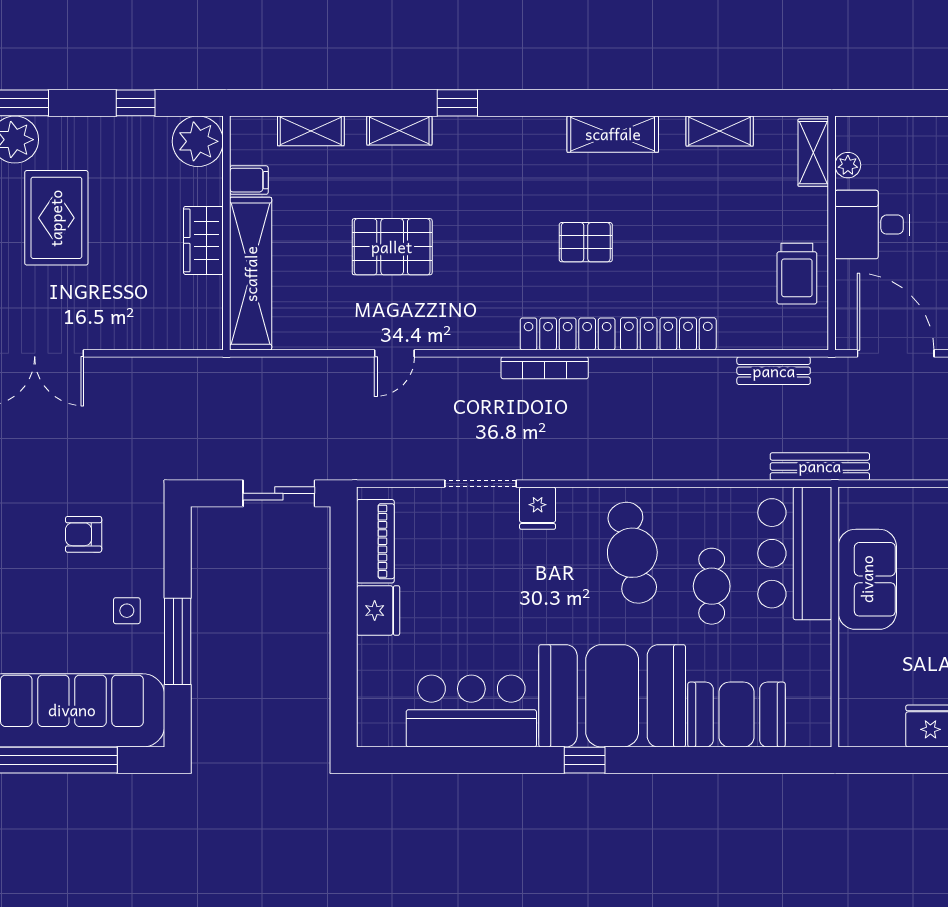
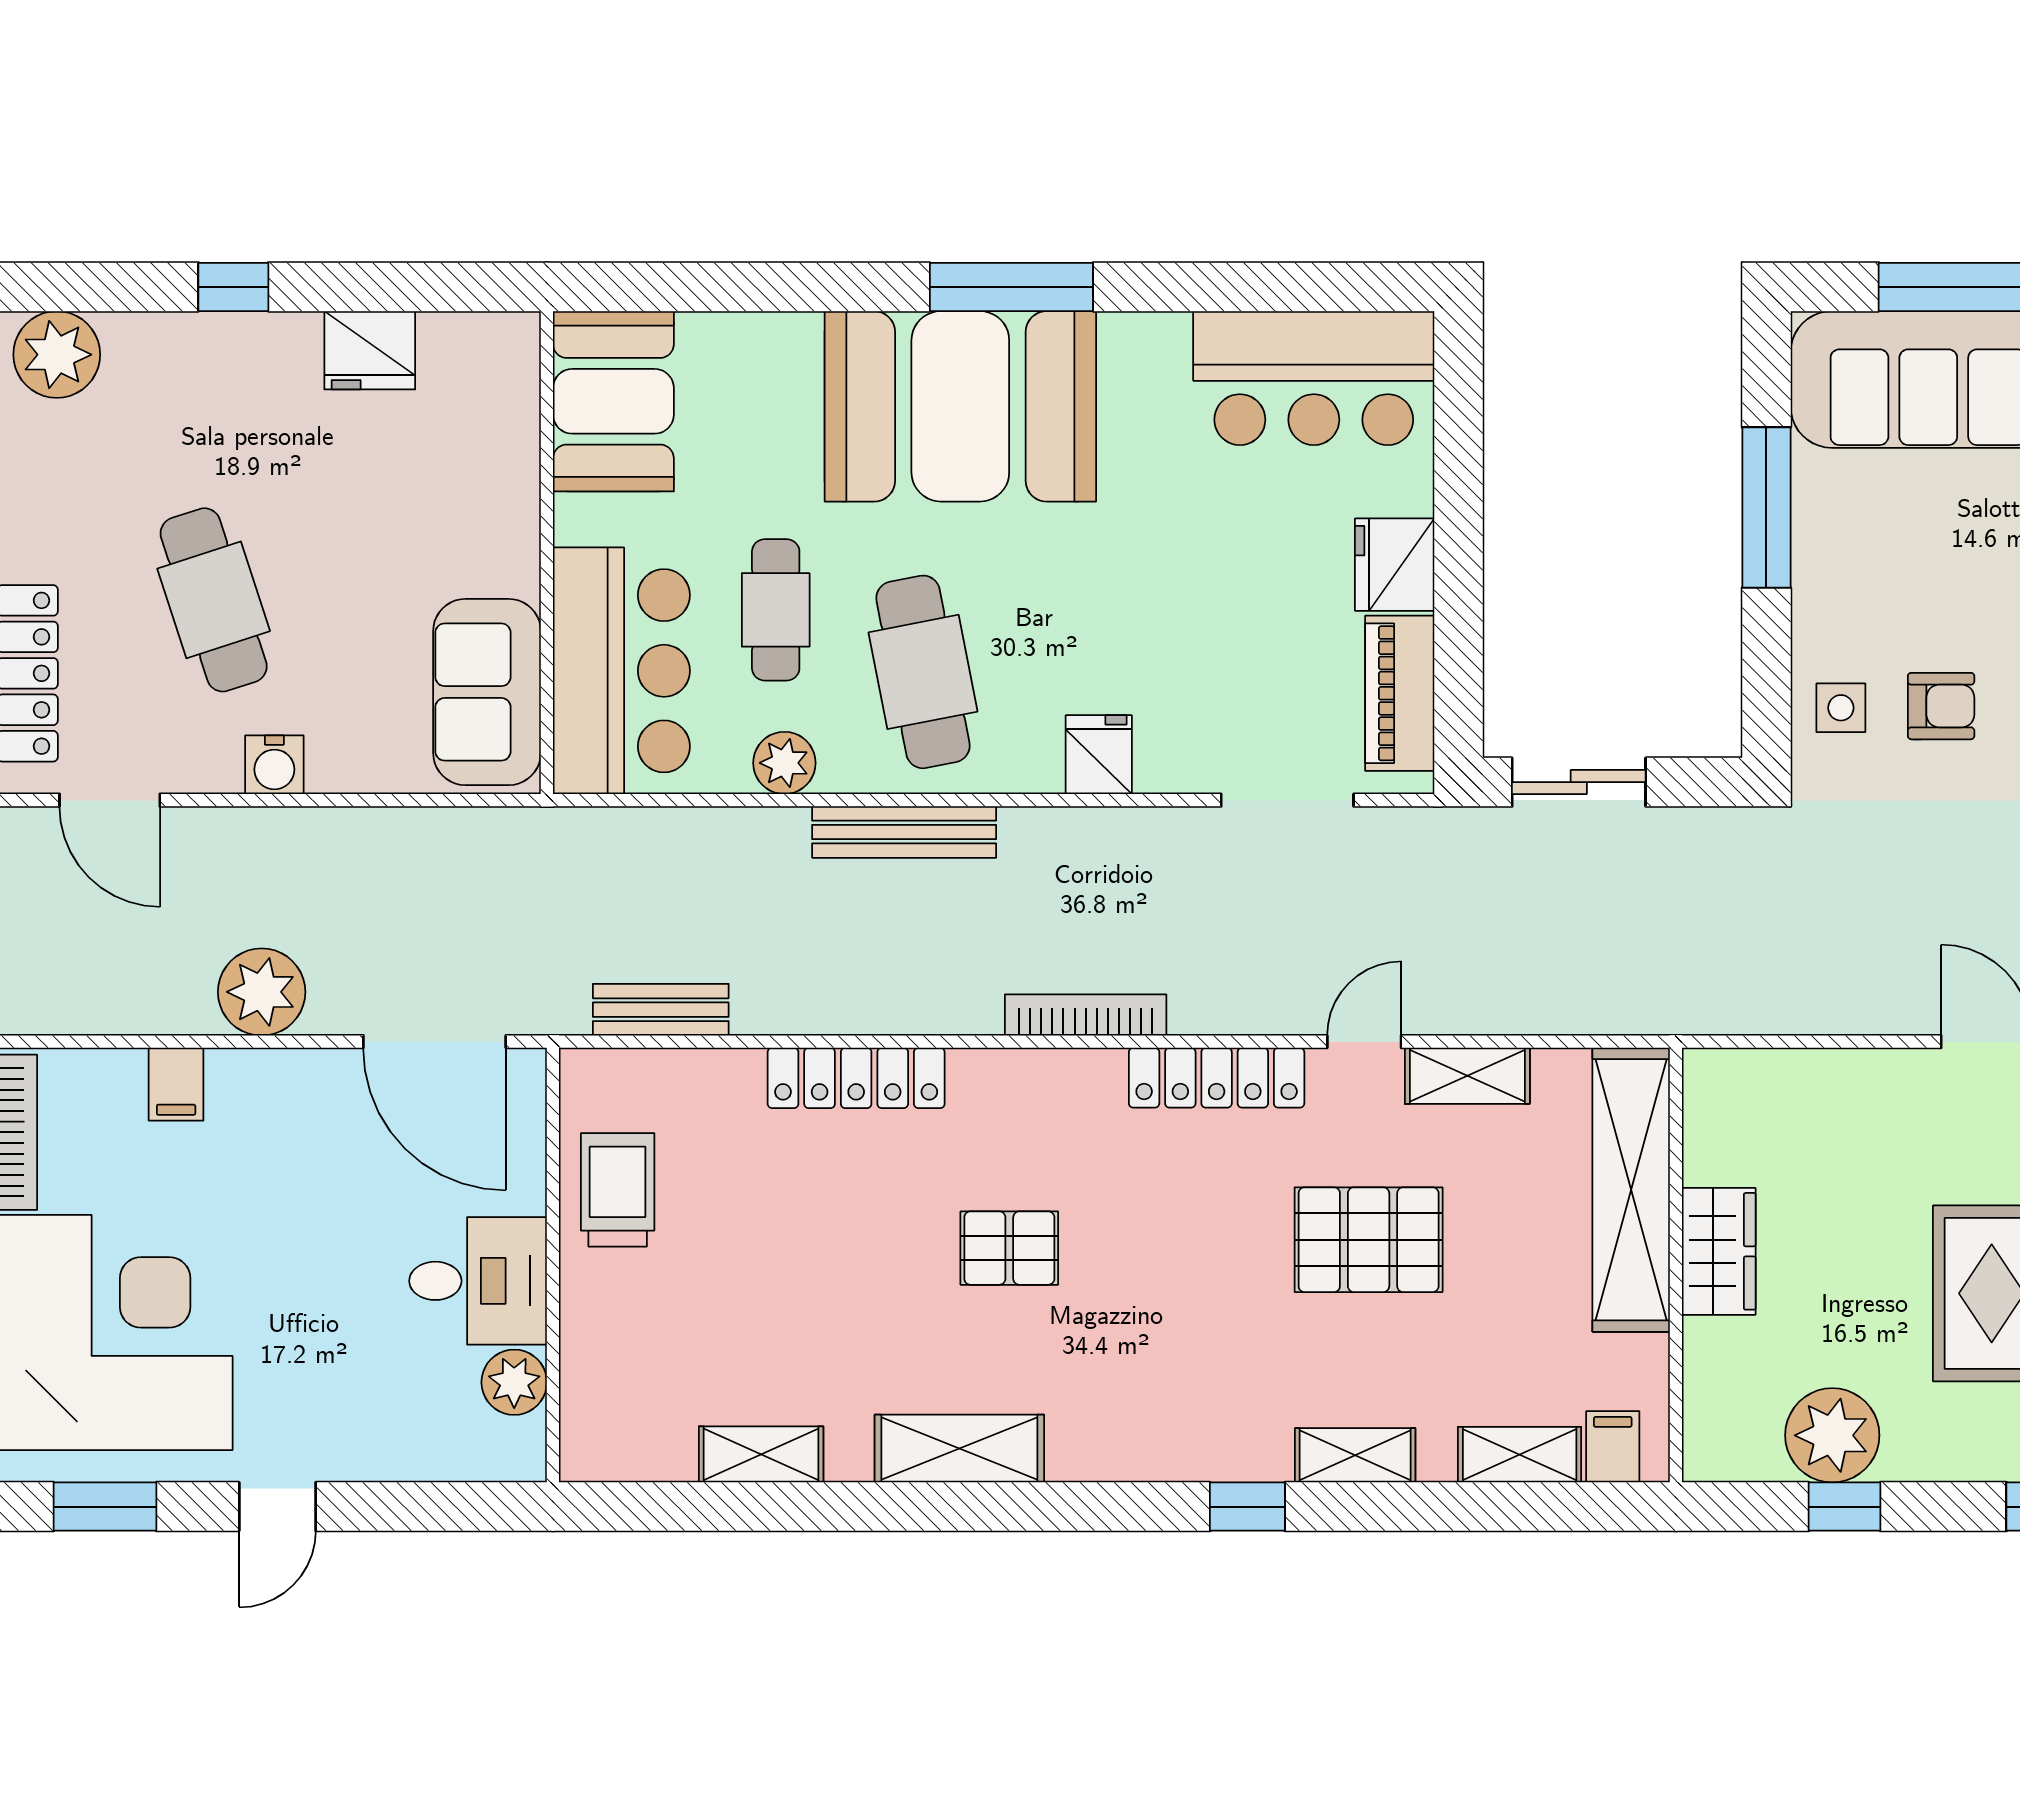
plant: (198, 141) -> (1832, 1435), moved
shelving: (813, 153) -> (1467, 1076), moved, turned 90
plant: (848, 165) -> (514, 1382), width x1.38, depth x1.38
filing cabinet: (249, 180) -> (1613, 1447), moved, turned 90
locker: (568, 334) -> (1217, 1078), moved
bench: (820, 466) -> (904, 832), moved
doorway: (480, 484) -> (1287, 800), moved
plant: (707, 504) -> (784, 763), added
sofa: (867, 579) -> (487, 692), moved
side table: (127, 611) -> (1841, 708), moved
bar counter: (471, 711) -> (1314, 378), moved
booth: (736, 715) -> (613, 401), moved, turned 90
window: (585, 760) -> (1011, 287), width x2.17

